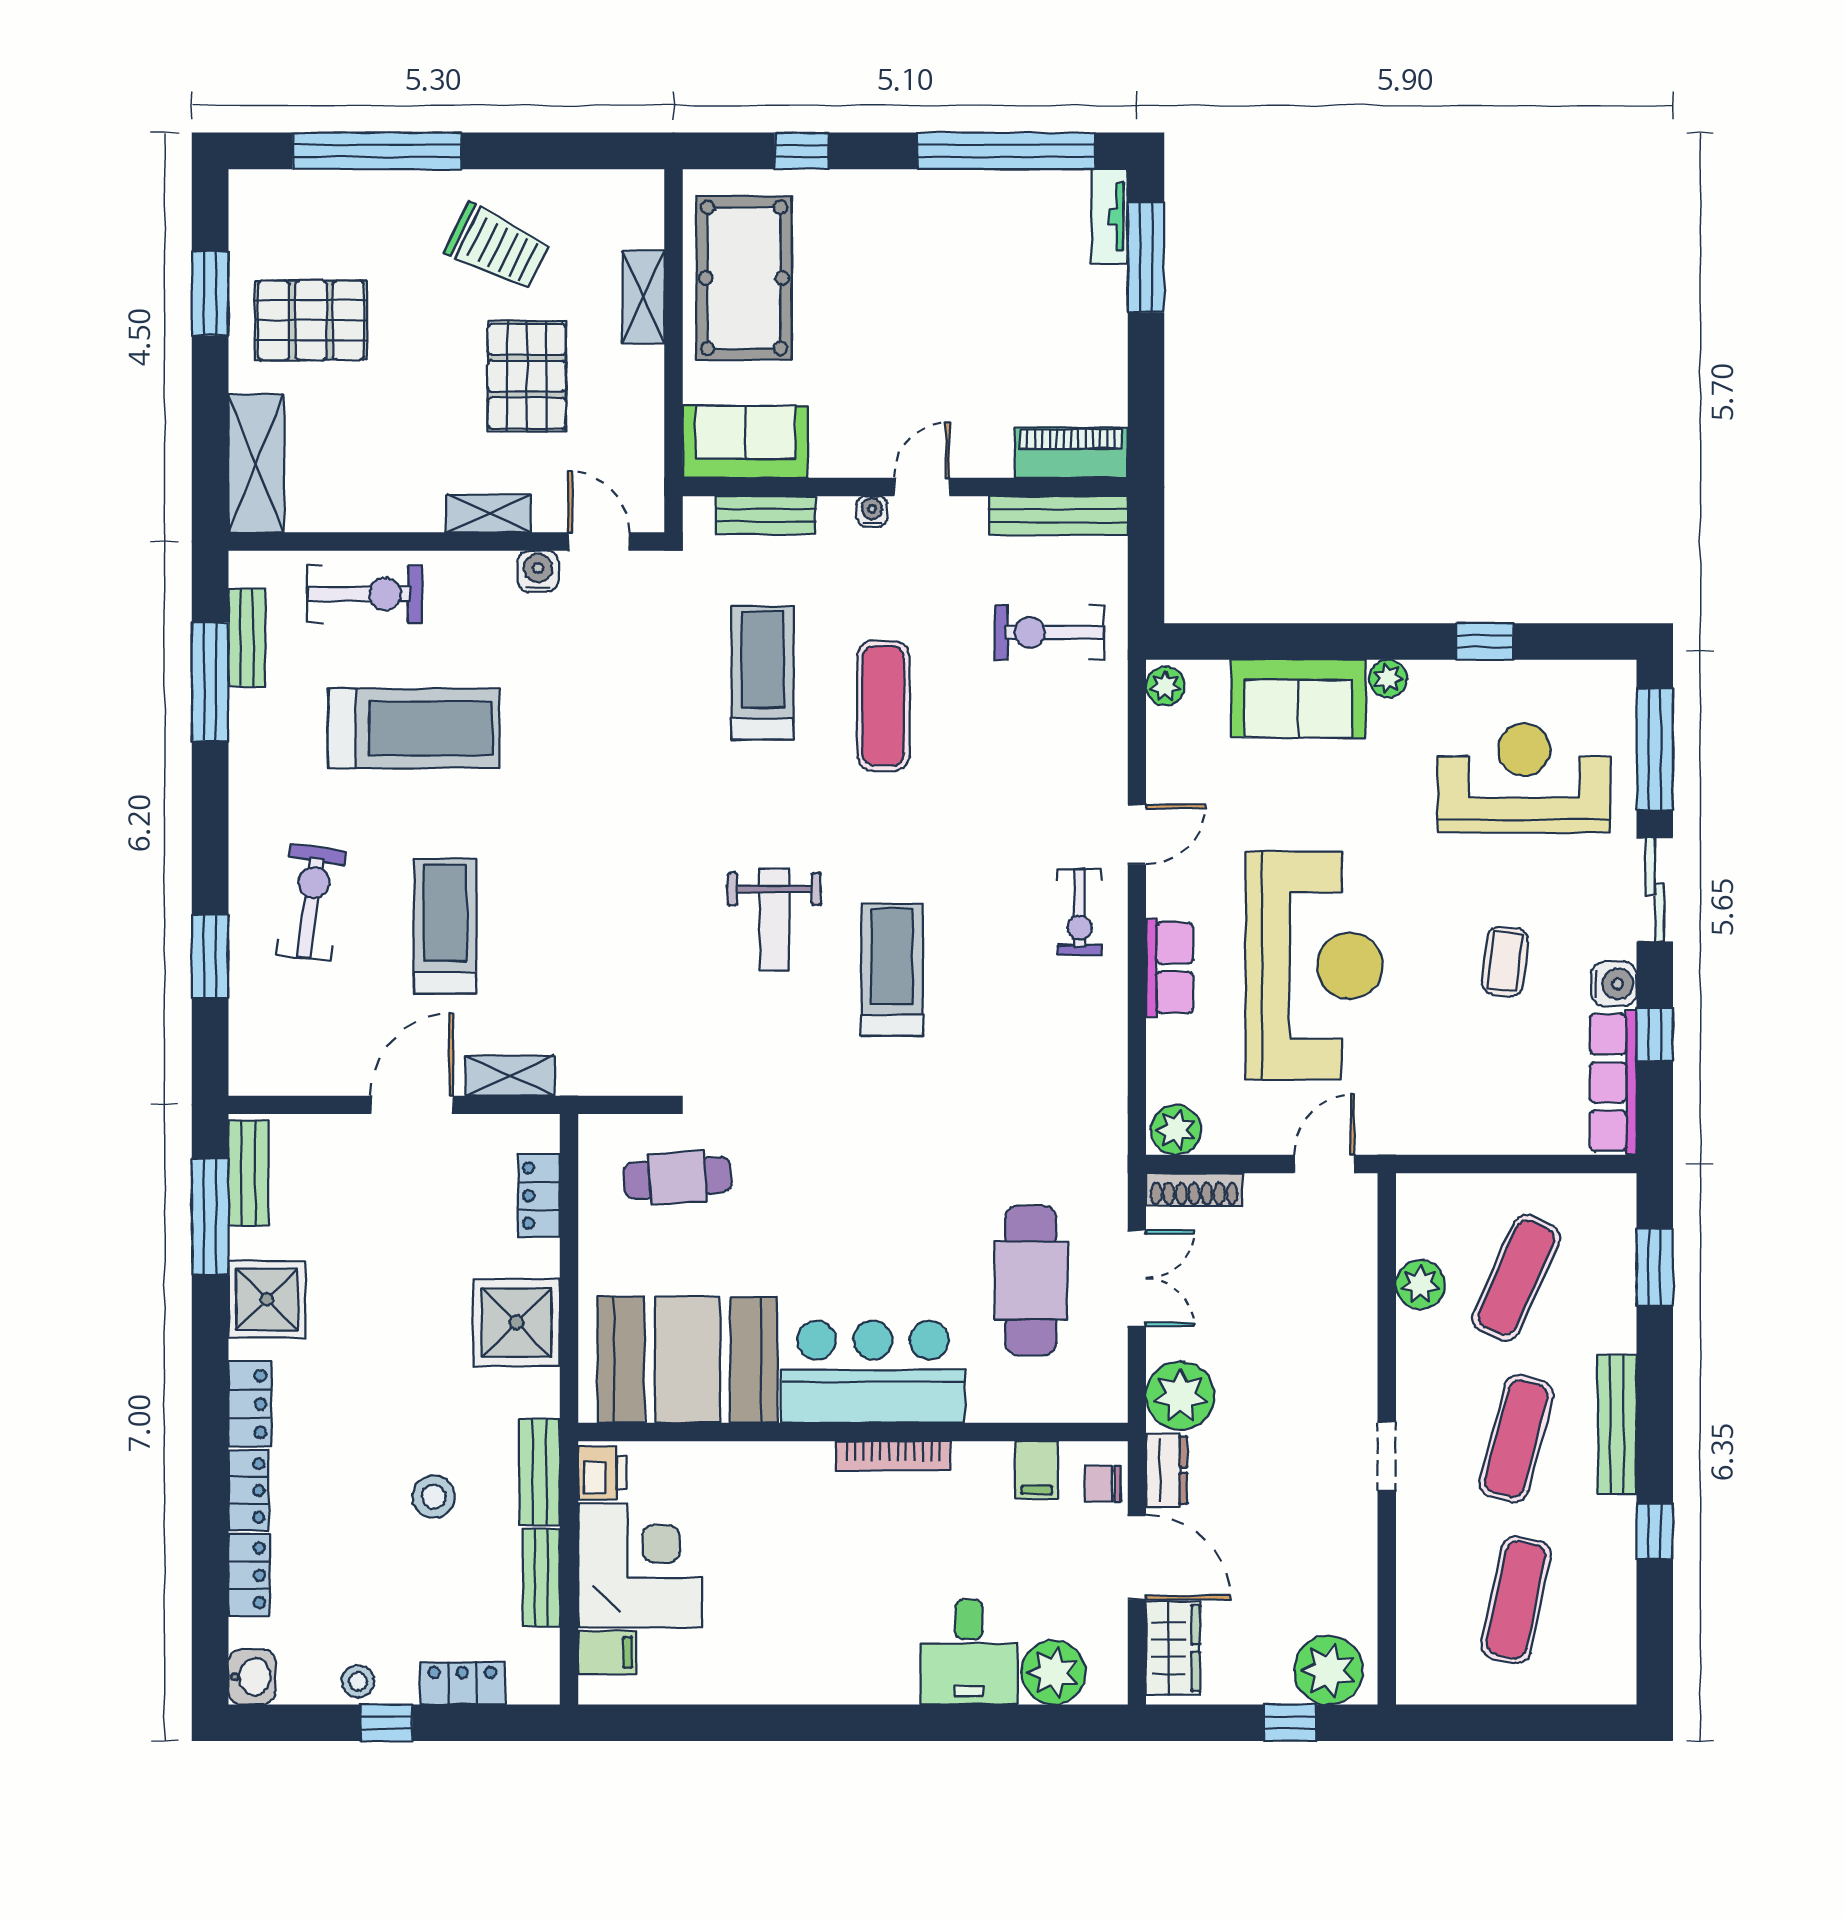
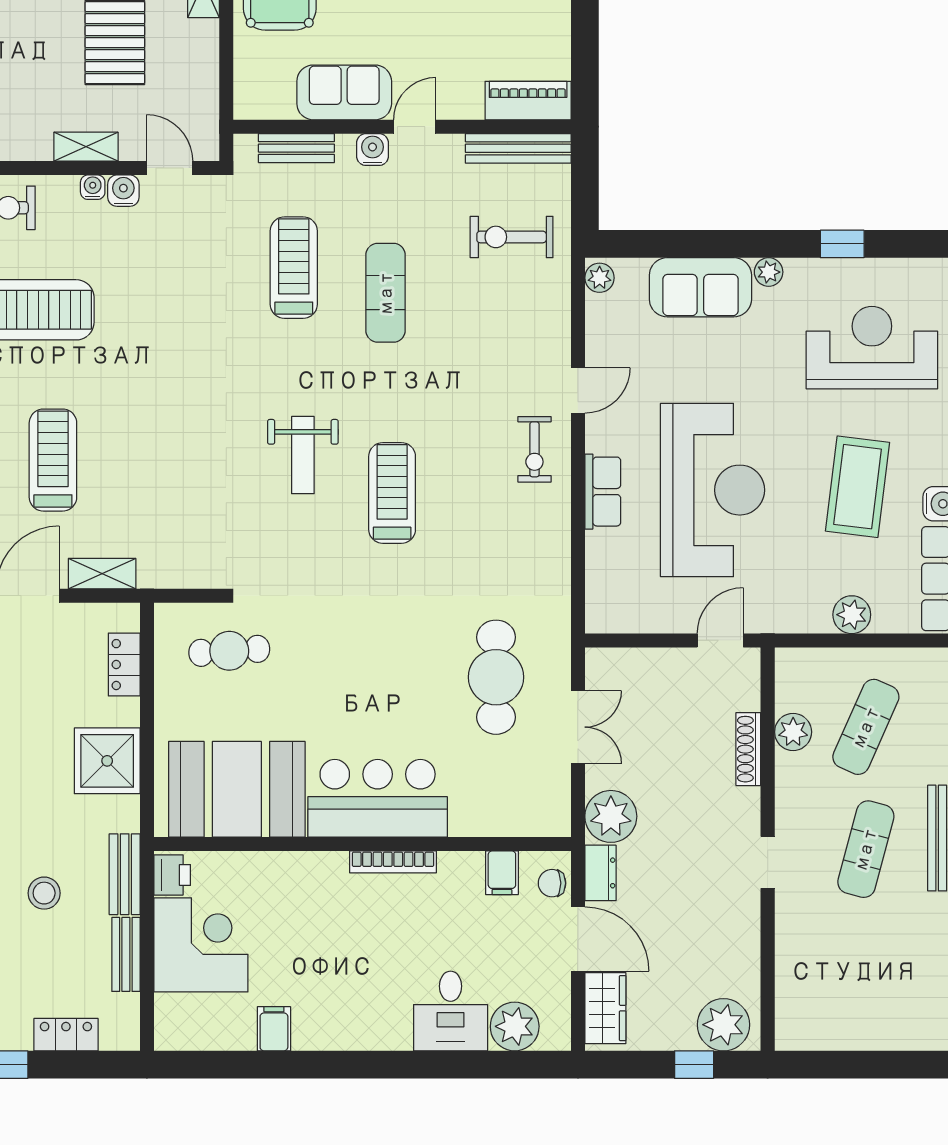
sofa: (745, 442) -> (344, 92), moved
water cooler: (872, 511) -> (372, 150), width x1.38, depth x1.38
water cooler: (498, 567) -> (93, 187), added
coffee table: (1505, 961) -> (858, 487), width x1.86, depth x1.72
plant: (1176, 1130) -> (852, 615), moved
shoe rack: (1194, 1189) -> (748, 749), moved, turned 90
cafe table: (1031, 1280) -> (496, 677), moved
exercise mat: (1516, 1600) -> (866, 971), removed
filing cabinet: (607, 1652) -> (274, 1029), moved, turned -90

